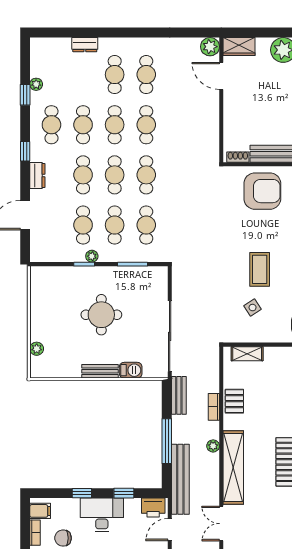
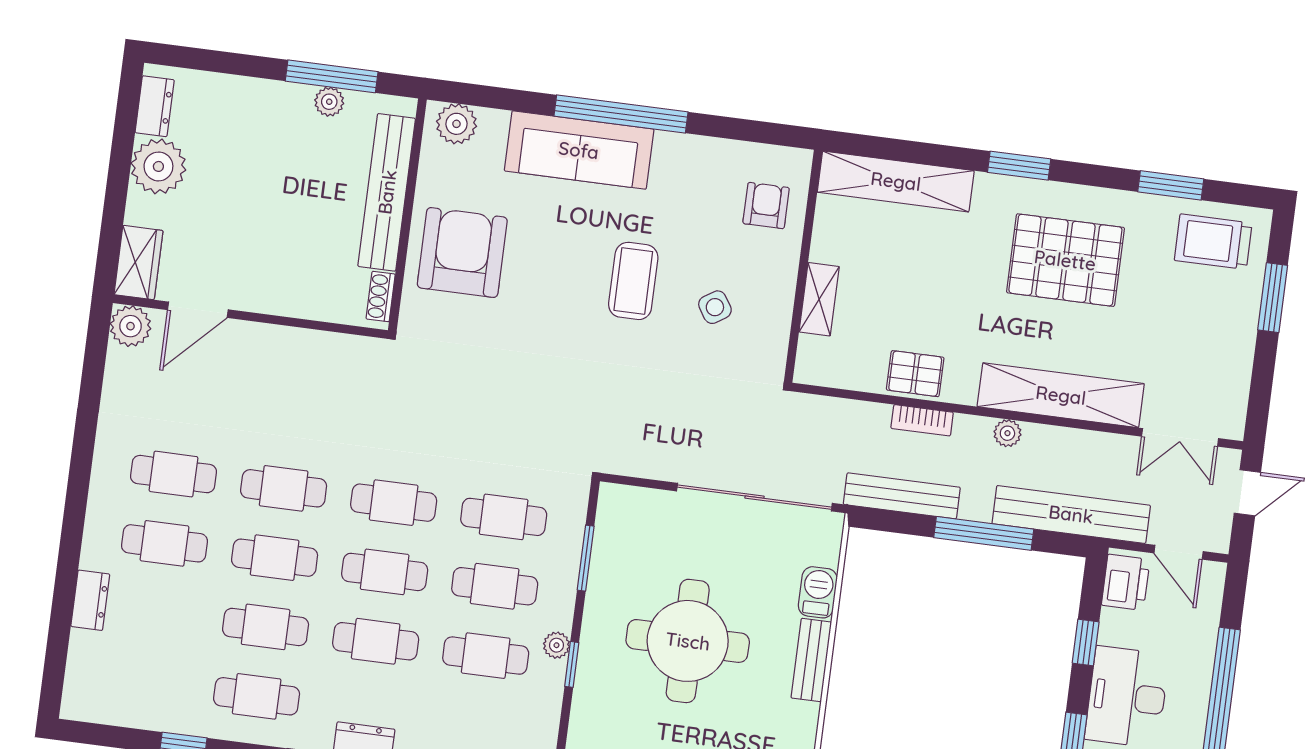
plant: (36, 84) -> (163, 718), removed
coffee table: (260, 269) -> (633, 281), turned 90
round table: (101, 315) -> (688, 641), width x1.36, depth x1.36
shelving: (247, 354) -> (819, 299), moved
bench: (179, 395) -> (902, 496), width x1.36

